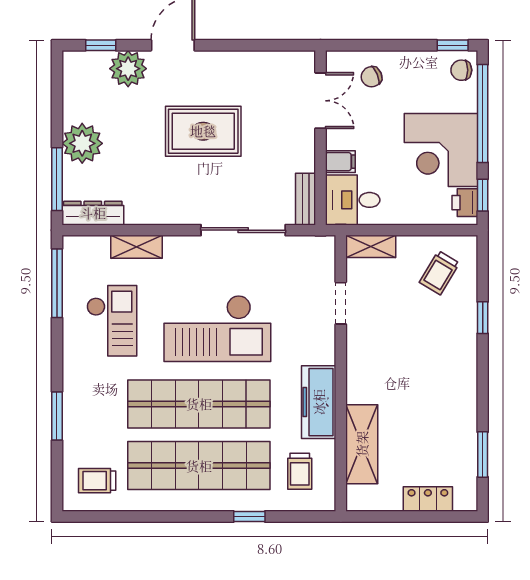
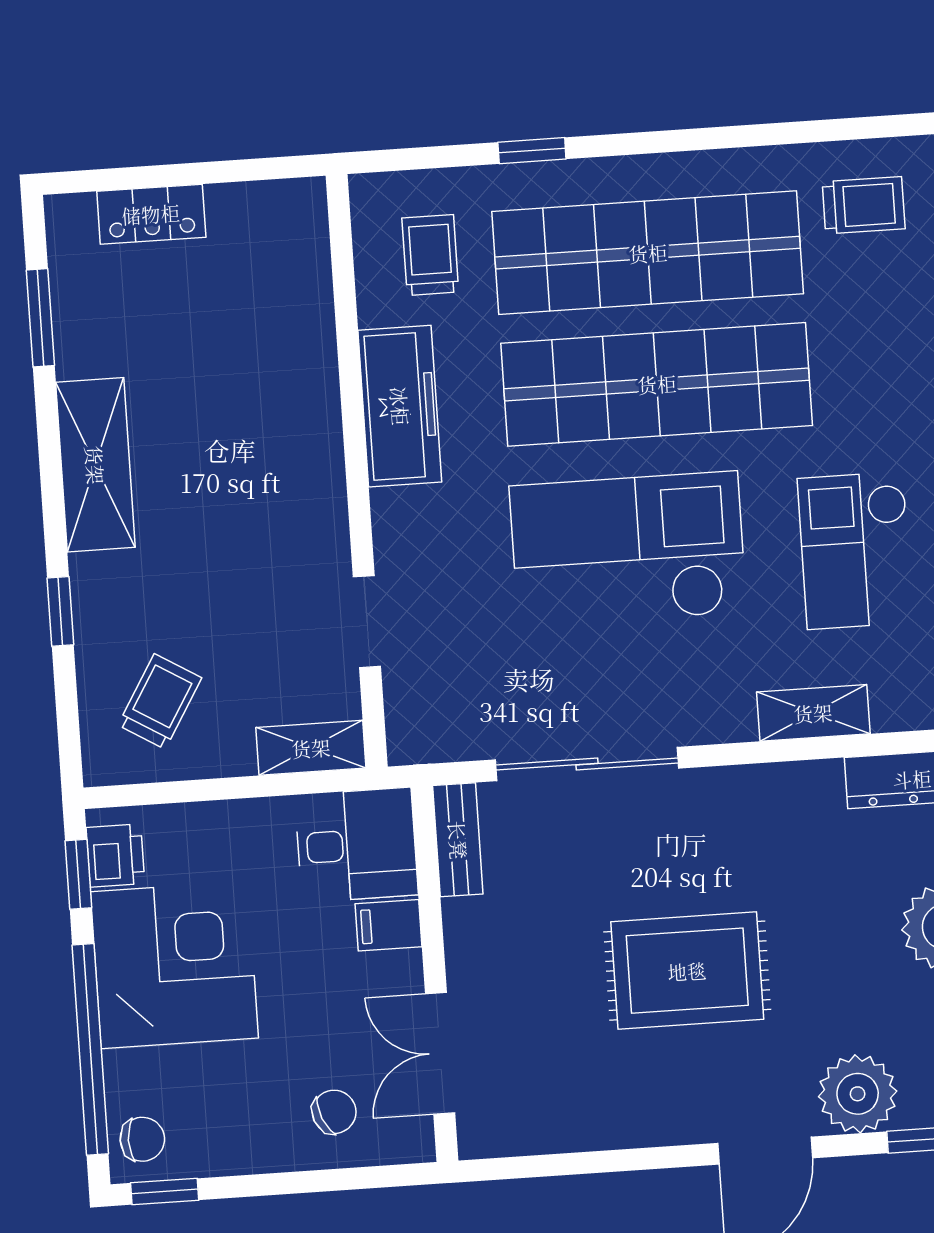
shelving: (362, 444) -> (95, 465), moved

